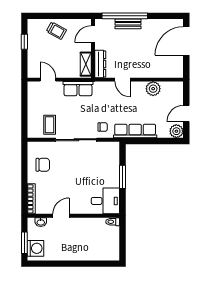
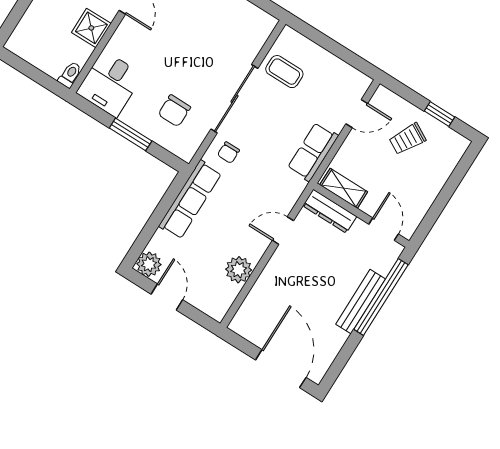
bench: (128, 24) -> (361, 302), width x1.36
trolley: (56, 31) -> (407, 139), moved
chair: (43, 165) -> (174, 111), moved
shower: (85, 225) -> (91, 28), added

